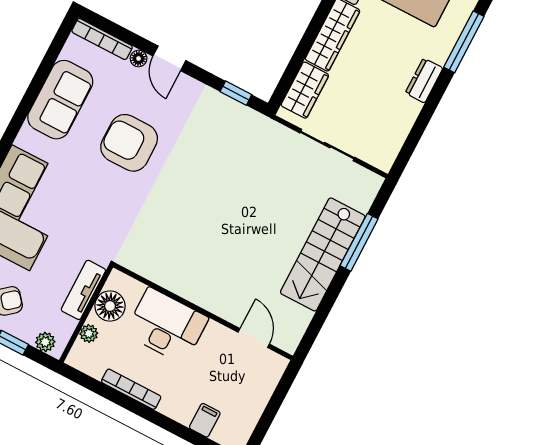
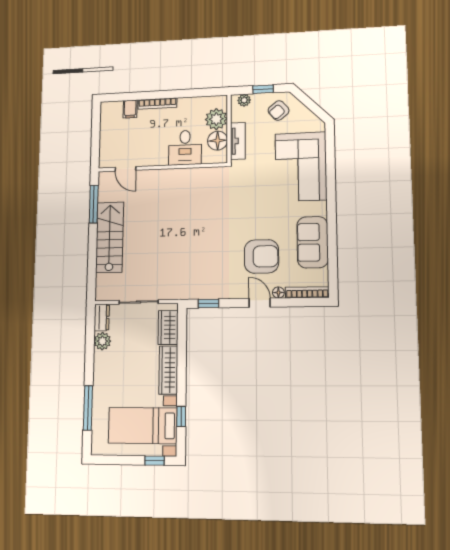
dresser: (424, 81) -> (102, 317), moved
plant: (402, 119) -> (102, 341), added
armchair: (129, 143) -> (261, 256), moved
window: (359, 242) -> (94, 204), moved
desk: (166, 326) -> (185, 148), width x0.73
plant: (89, 333) -> (216, 119), width x1.87, depth x1.87
bookcase: (131, 389) -> (157, 104), moved

